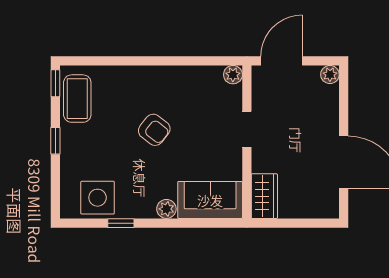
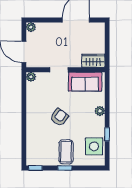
coffee table: (77, 99) -> (66, 152), moved, turned 90
sofa: (210, 200) -> (85, 82), moved, turned -90

